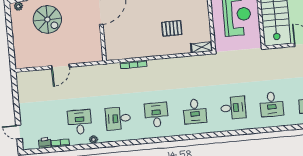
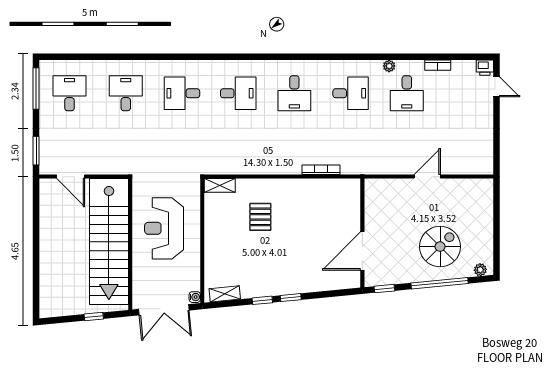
spiral stairs: (47, 19) -> (440, 247), turned 90
pallet: (172, 28) -> (260, 217), turned 90
desk: (195, 111) -> (238, 93), turned 90
printer: (45, 143) -> (485, 68), moved

